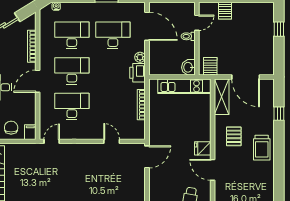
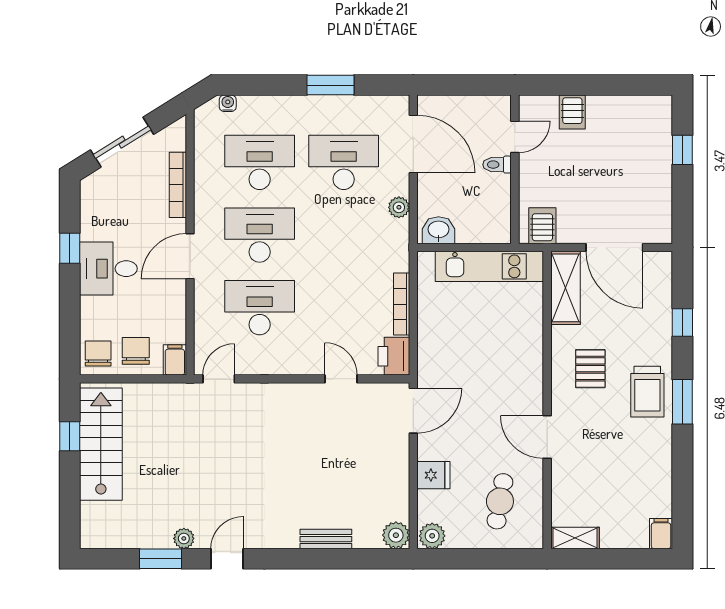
washbasin: (188, 67) -> (439, 230), moved, turned 90
printer: (138, 73) -> (394, 356), moved
fridge: (203, 148) -> (433, 475), moved, turned 180
window: (279, 153) -> (682, 402), added

